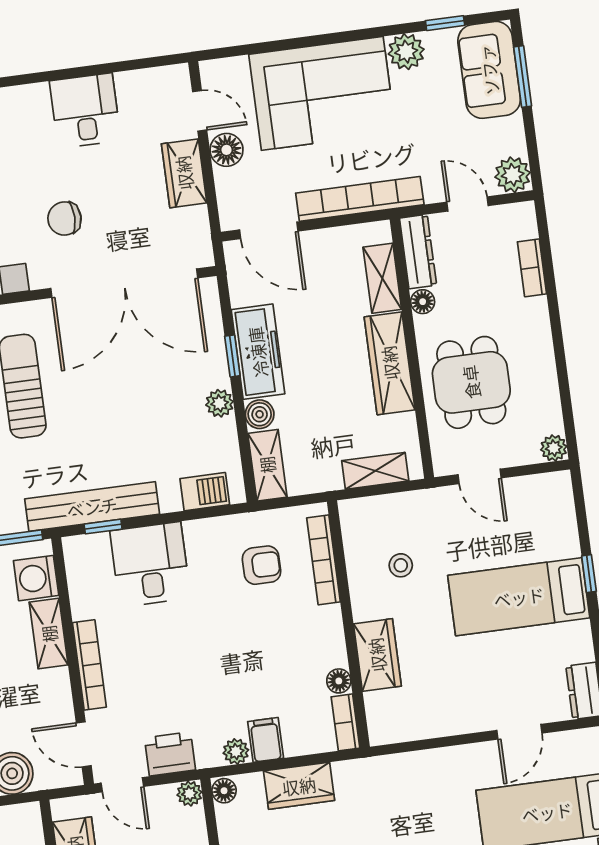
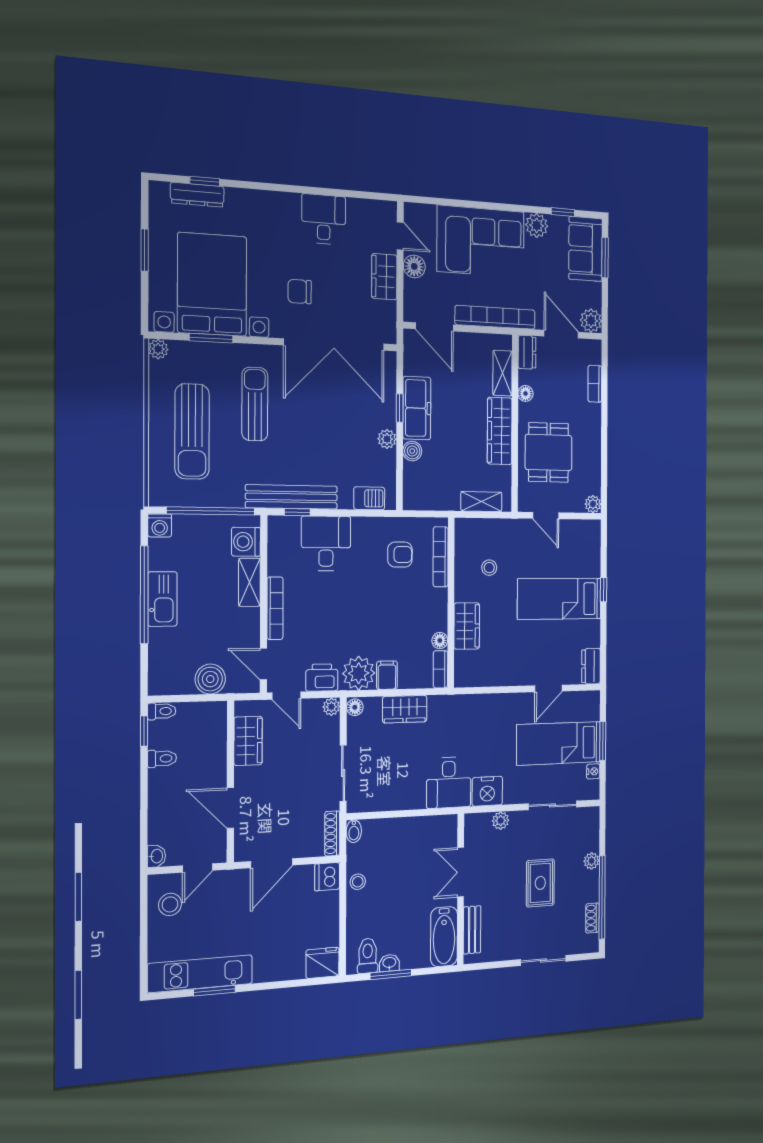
door: (468, 204) -> (561, 334), width x1.38
dresser: (418, 252) -> (527, 352), width x0.70
shelving: (267, 465) -> (413, 487), removed
plant: (236, 751) -> (359, 673), width x1.87, depth x1.87

